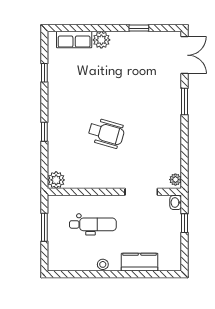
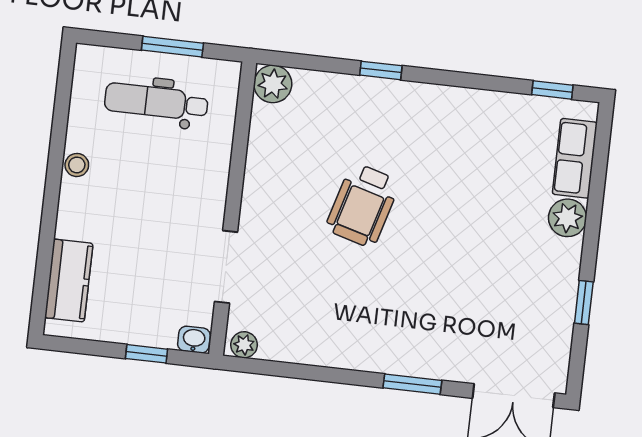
window: (44, 73) -> (552, 90), moved
dental chair: (93, 224) -> (156, 102), moved, turned 90
kitchen counter: (140, 262) -> (69, 280), moved

